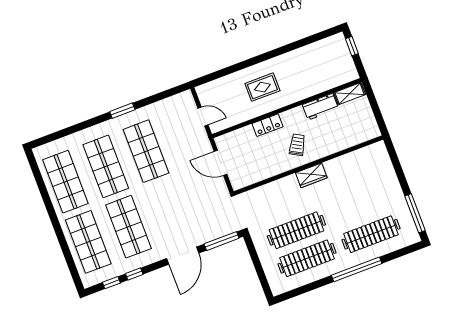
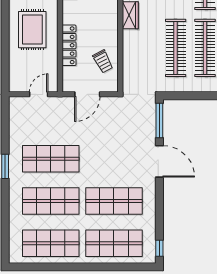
rug: (262, 87) -> (32, 30), width x1.36, depth x1.43
locker: (268, 125) -> (69, 45), width x1.53
trolley: (297, 145) -> (103, 61), moved, turned -147
window: (134, 274) -> (159, 212), removed
window: (111, 283) -> (159, 248), moved

